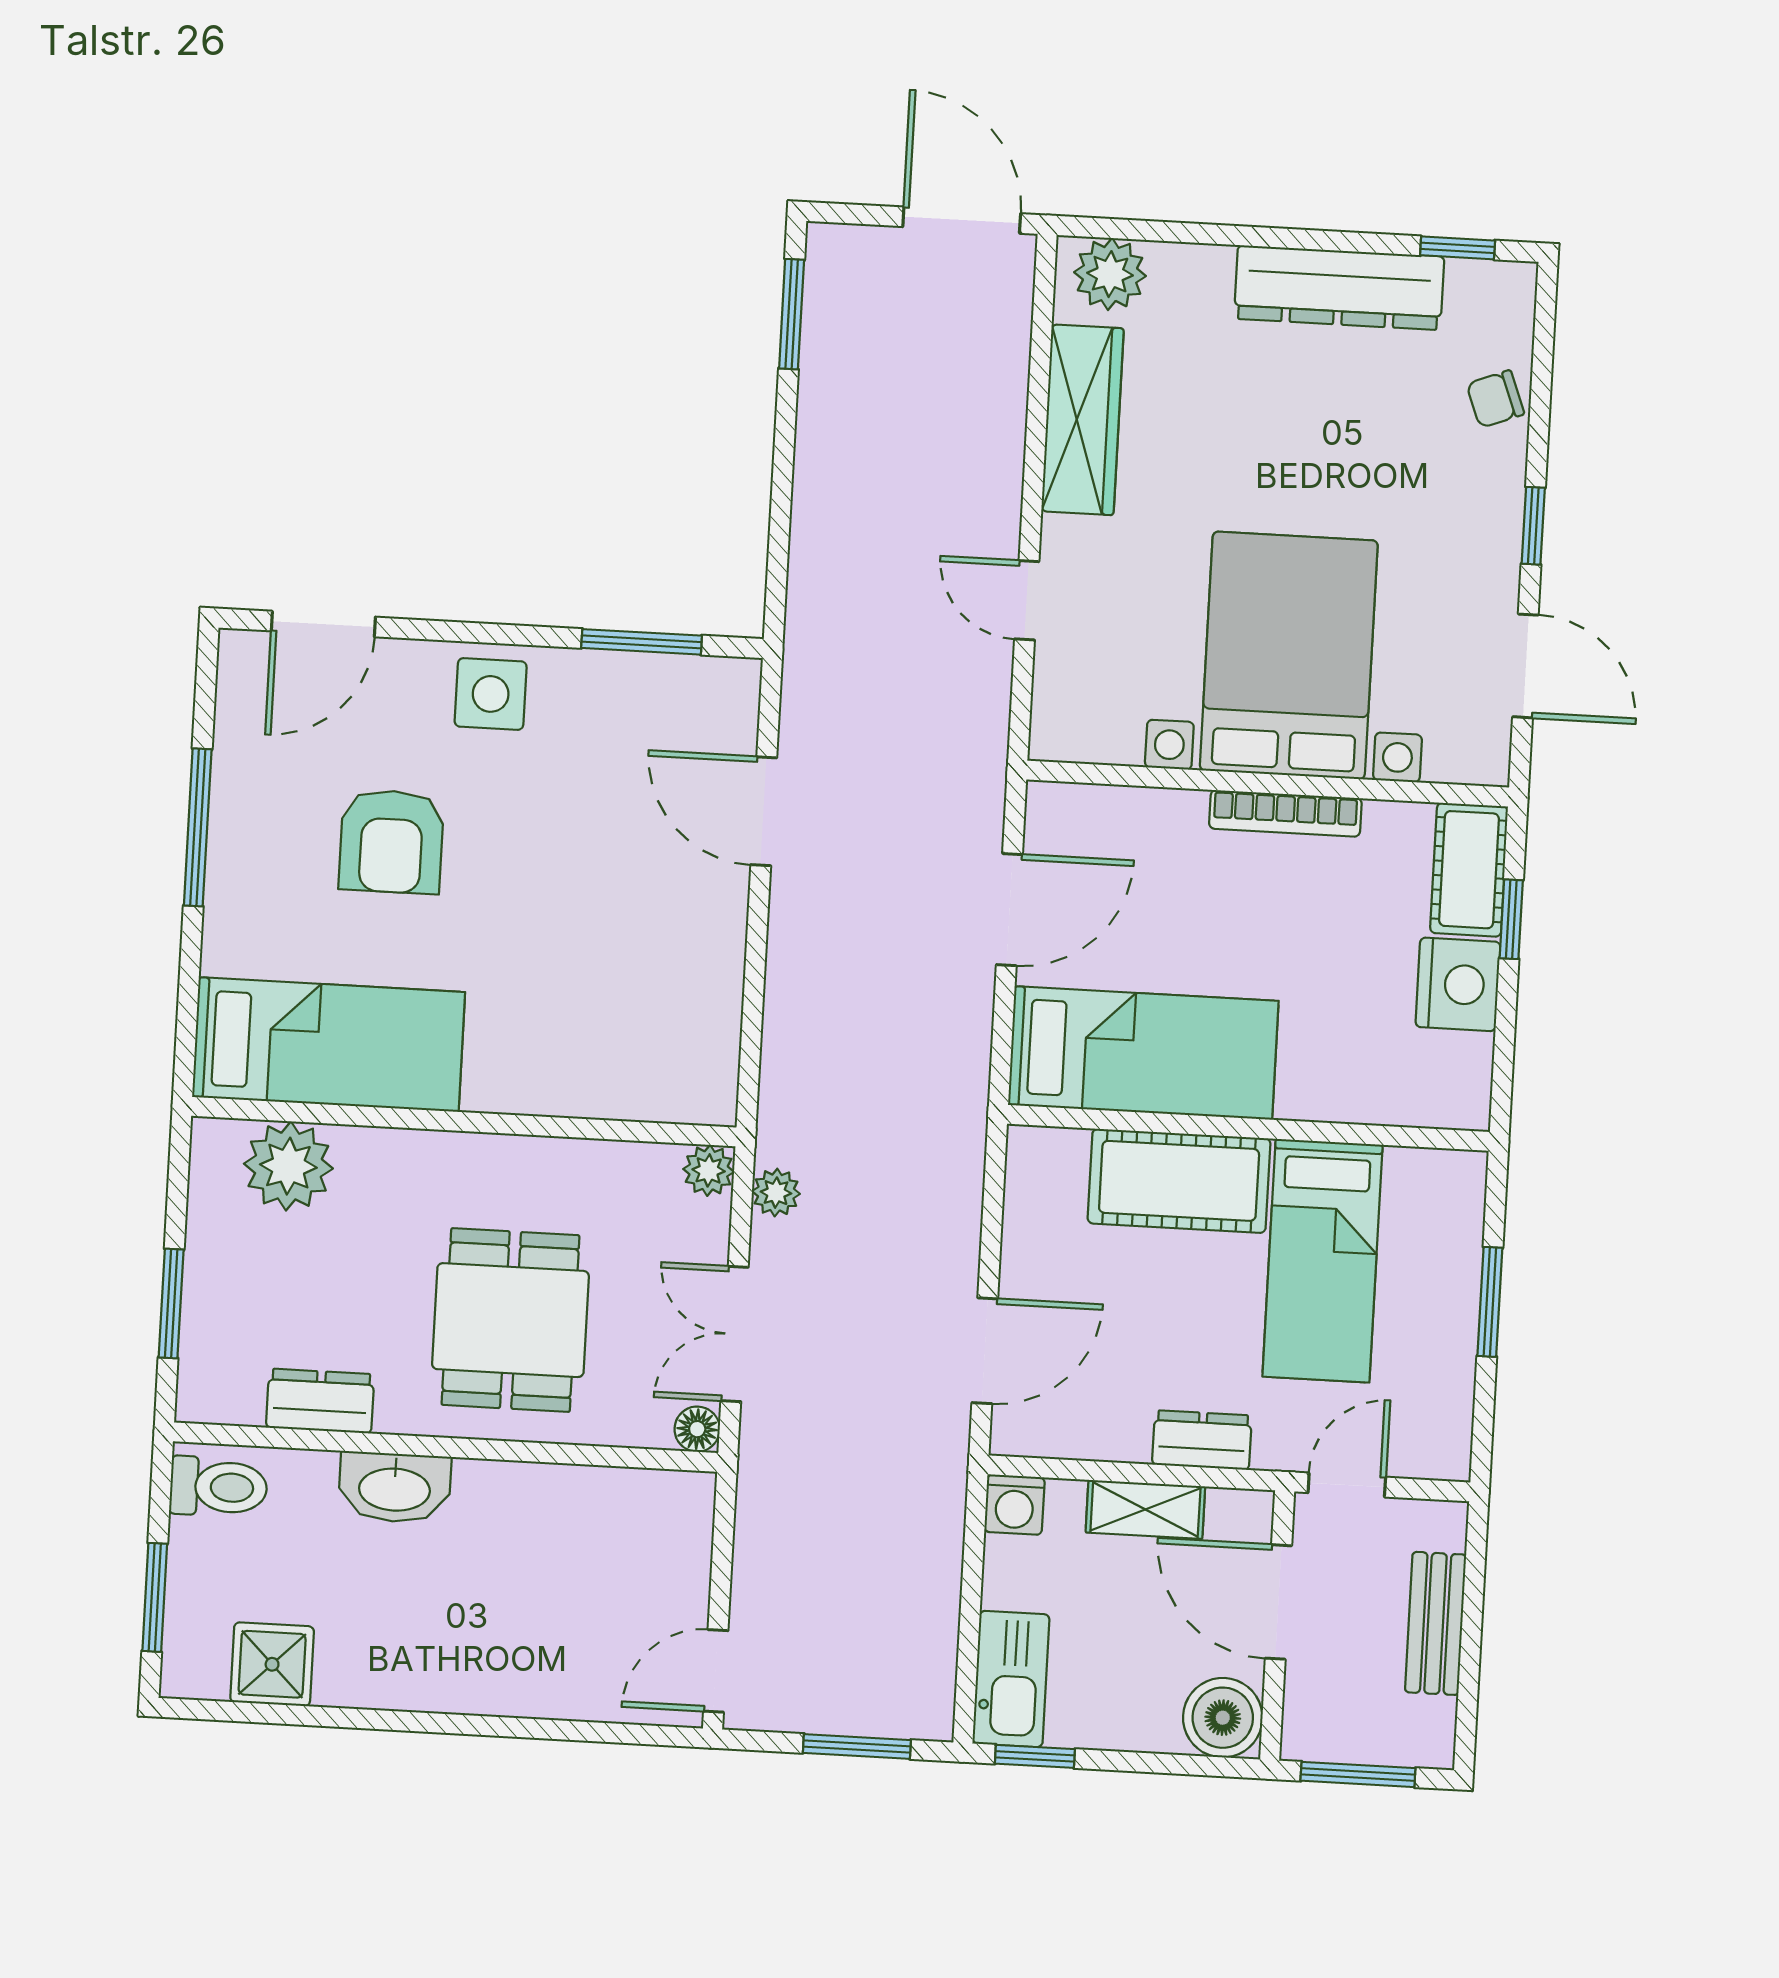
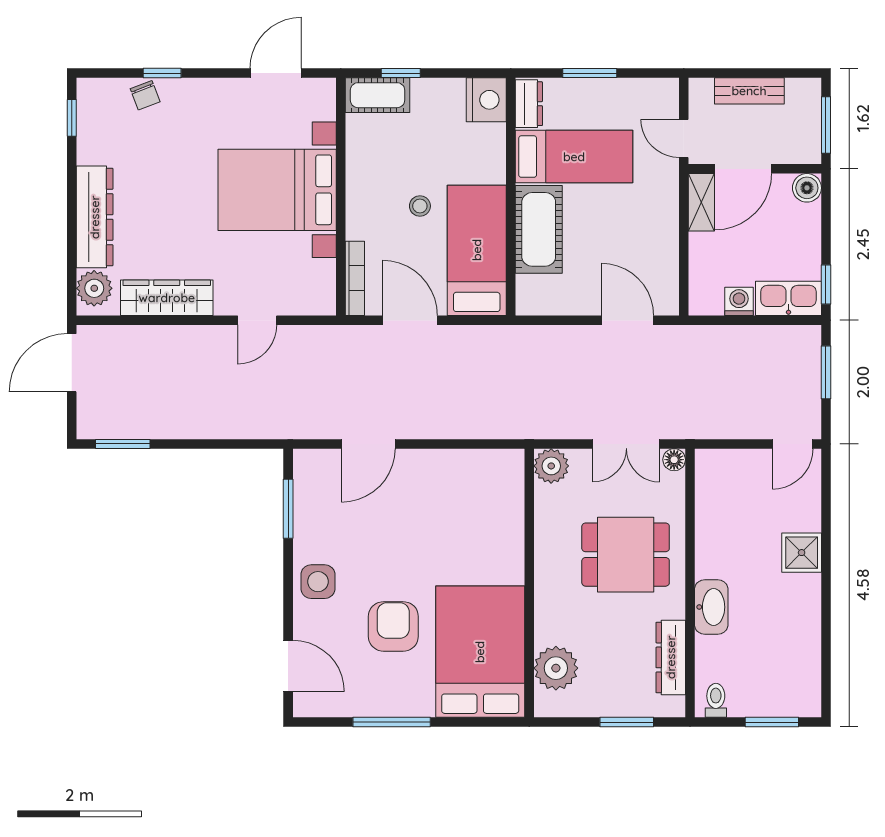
dresser: (1339, 288) -> (95, 217), moved
window: (1533, 526) -> (162, 73), moved
bookcase: (1285, 813) -> (355, 278), moved
armchair: (391, 841) -> (393, 626), turned -90
stool: (1240, 943) -> (420, 206), added
nightstand: (1458, 984) -> (486, 100), moved, turned 90
bed: (329, 1045) -> (480, 652), width x1.50
plant: (709, 1170) -> (551, 466), width x1.38, depth x1.38
plant: (776, 1193) -> (556, 427), removed
dresser: (320, 1401) -> (671, 657), width x1.44
dresser: (1202, 1440) -> (529, 104), moved, turned 180
toilet: (219, 1487) -> (716, 700), width x0.73, depth x0.72
washing machine: (1014, 1505) -> (739, 301), moved, turned -90
shelving: (1145, 1509) -> (701, 202), moved
shower: (272, 1664) -> (802, 553), moved
door: (716, 1671) -> (793, 444), hinge flipped
boiler: (1223, 1718) -> (807, 188), width x0.73, depth x0.73

